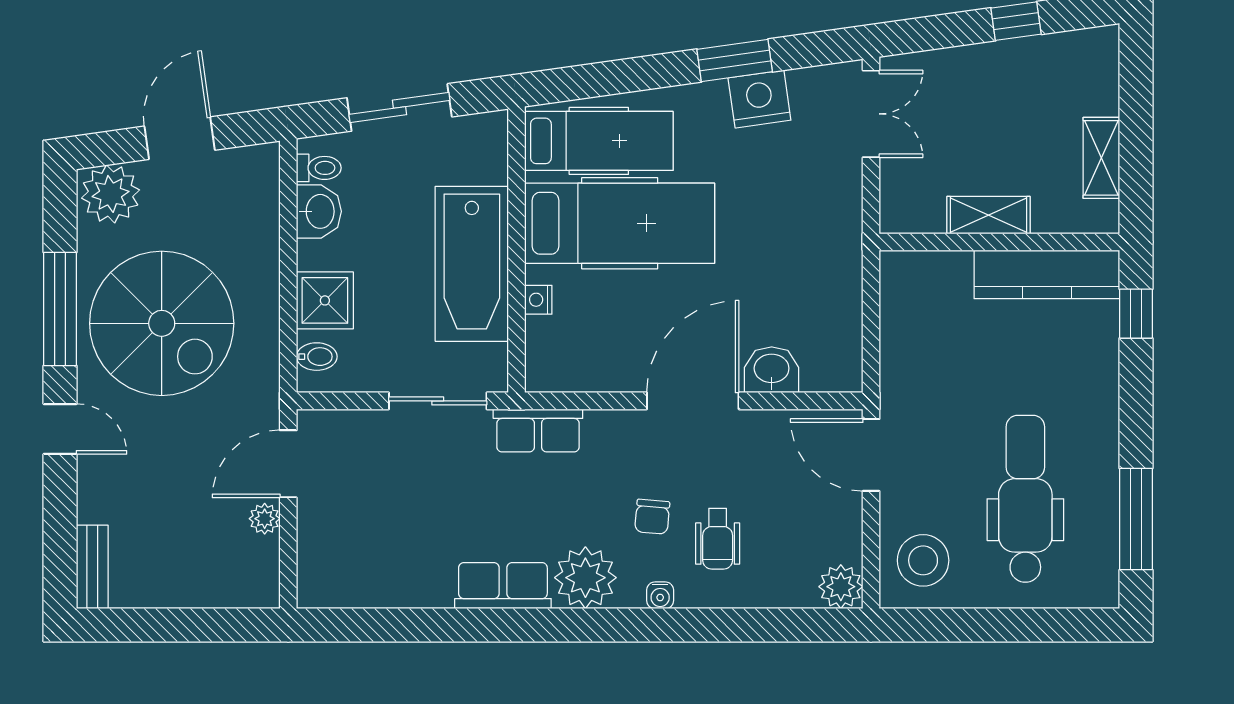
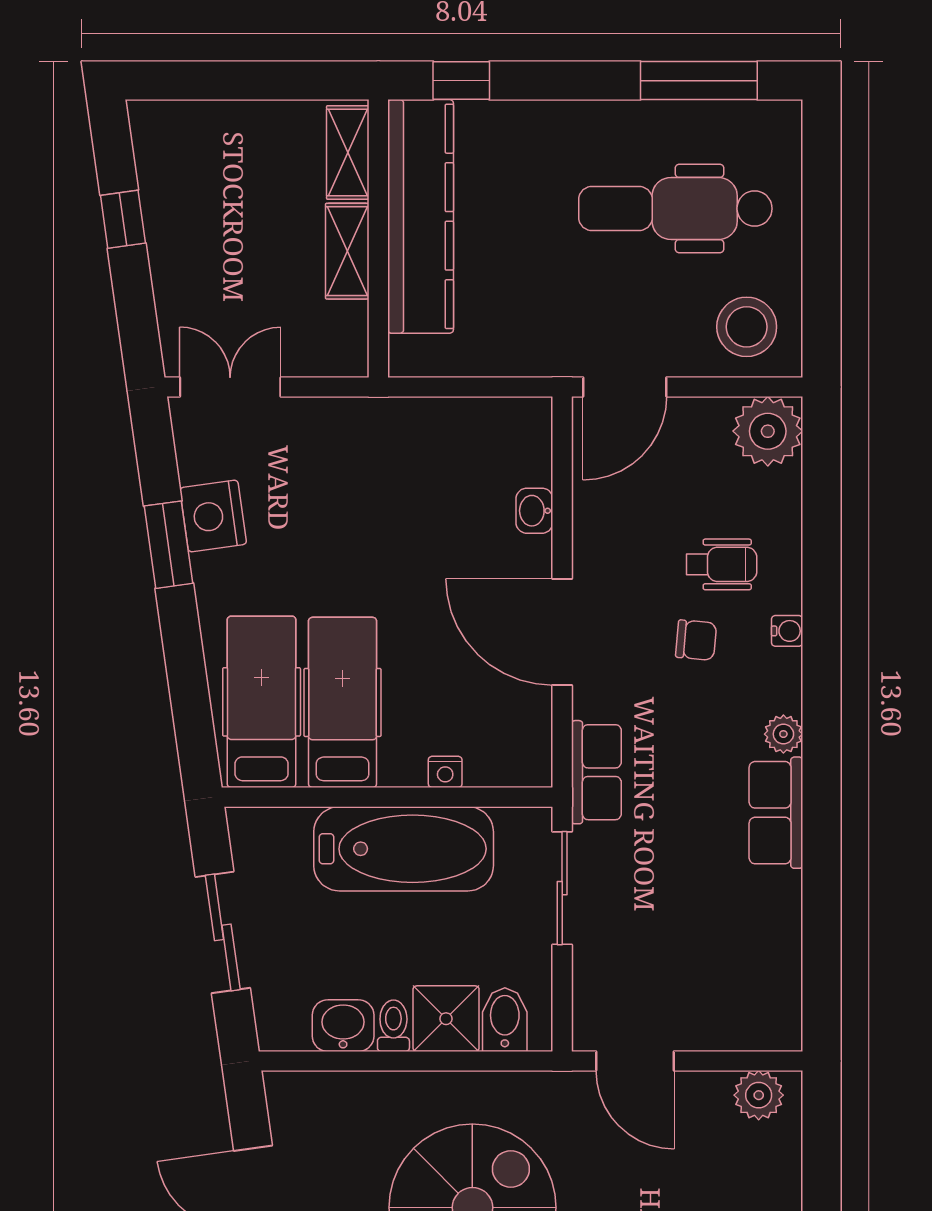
shelving: (1101, 158) -> (348, 152), moved, turned 90
toilet: (319, 168) -> (393, 1026), moved
hospital bed: (620, 223) -> (343, 702), width x0.73, depth x0.78
kitchen counter: (1047, 274) -> (421, 216), width x1.39, depth x1.17
bidet: (317, 357) -> (505, 1020), width x1.38, depth x1.36
washbasin: (772, 370) -> (534, 511), width x0.72, depth x0.69
door: (693, 401) -> (562, 632), moved
plant: (265, 519) -> (759, 1095), moved, width x1.38, depth x1.38
plant: (585, 578) -> (783, 734), width x0.53, depth x0.53
plant: (841, 587) -> (768, 431), width x1.36, depth x1.36

